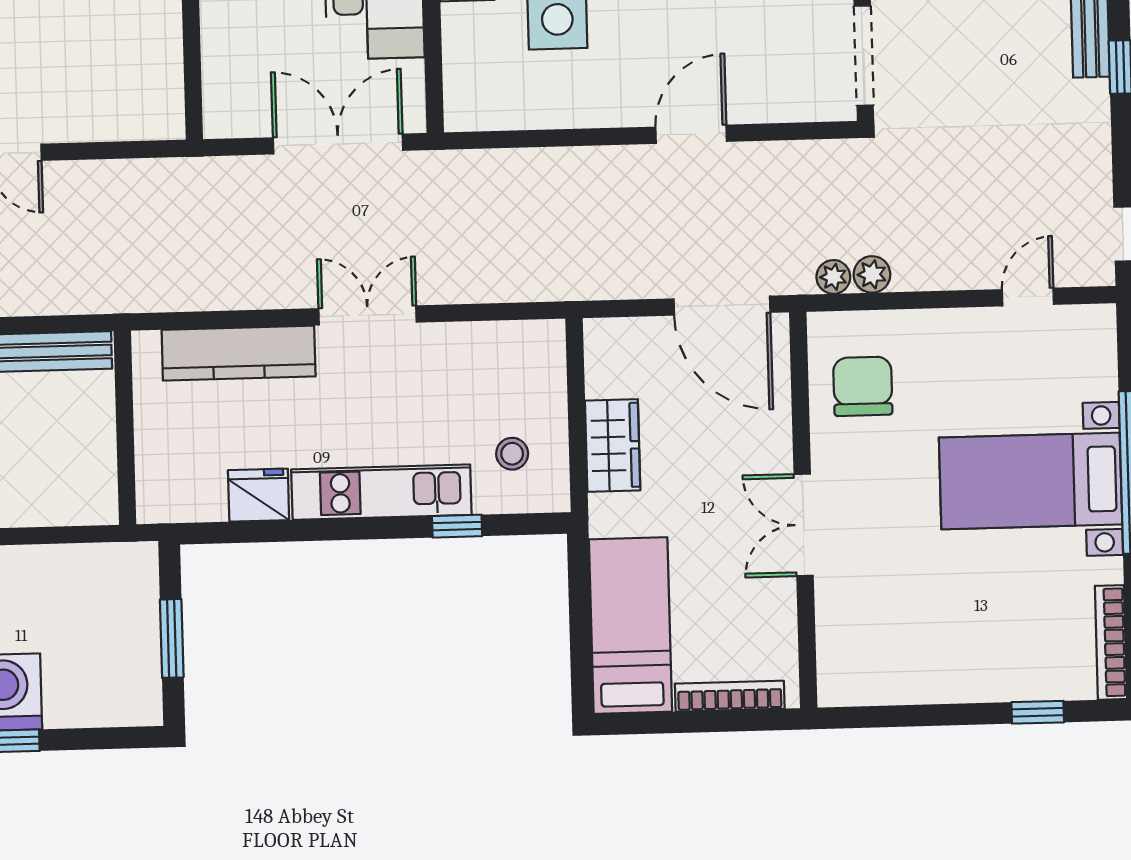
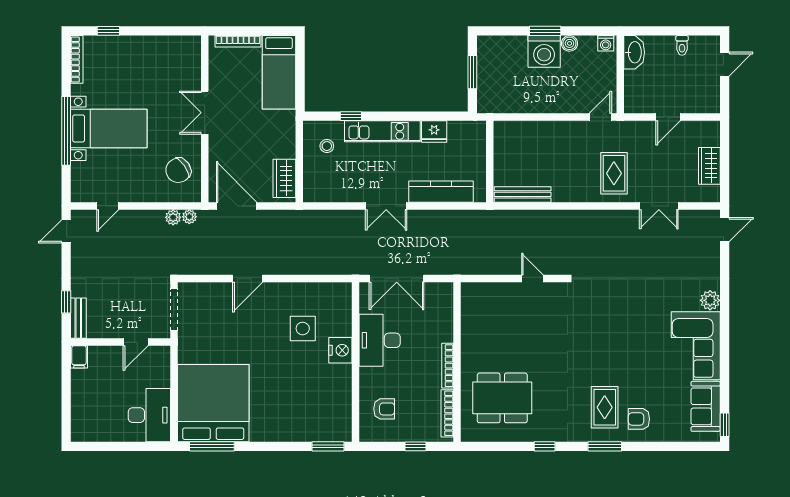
chair: (863, 386) -> (178, 170), turned 55
wardrobe: (613, 445) -> (284, 178), moved
double door: (804, 525) -> (205, 113), swing flipped

